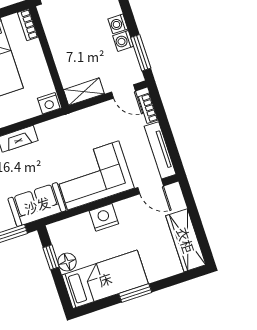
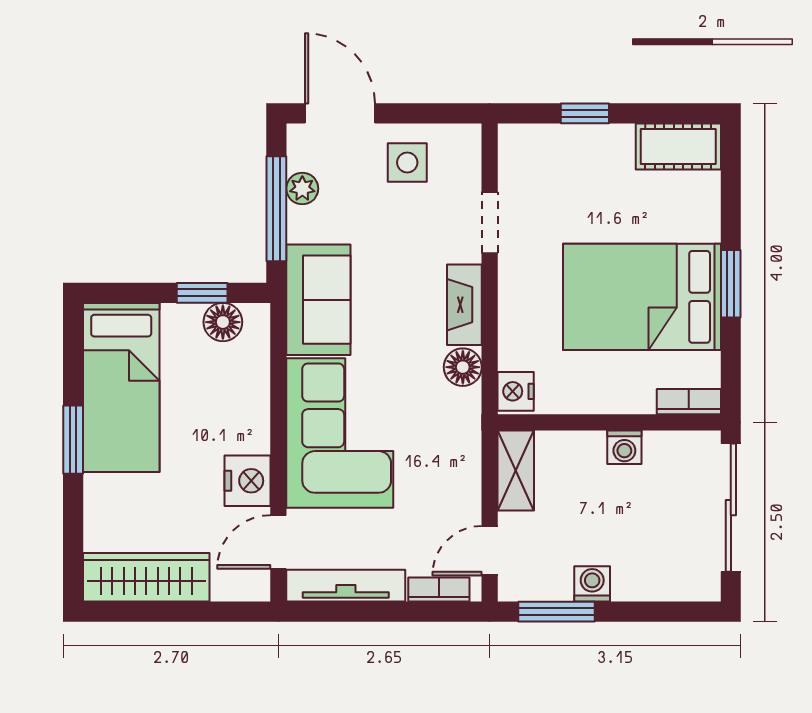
washing machine: (118, 24) -> (624, 447), moved, turned 180
floor lamp: (46, 130) -> (463, 367), added
nightstand: (104, 217) -> (248, 481), moved
floor lamp: (67, 262) -> (223, 322), moved

